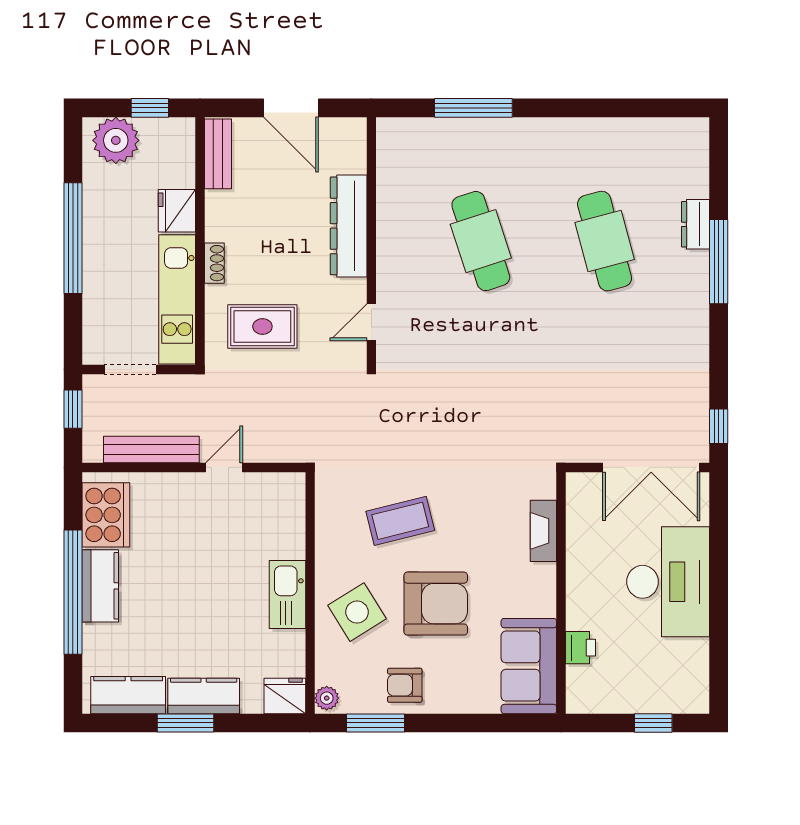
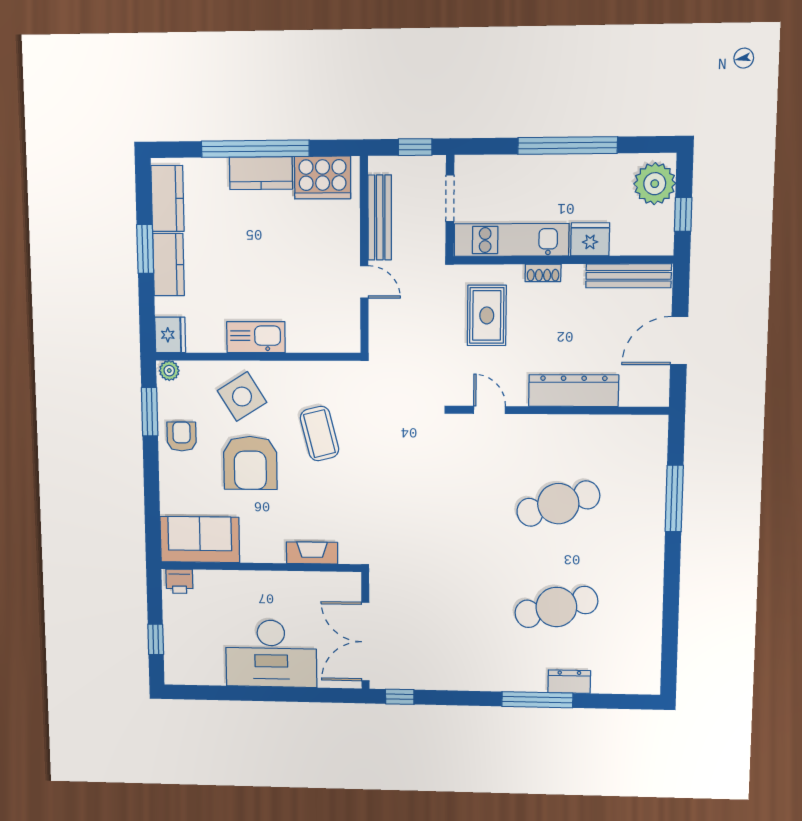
bench: (218, 154) -> (629, 276), width x1.36
printer: (580, 648) -> (179, 581), moved

